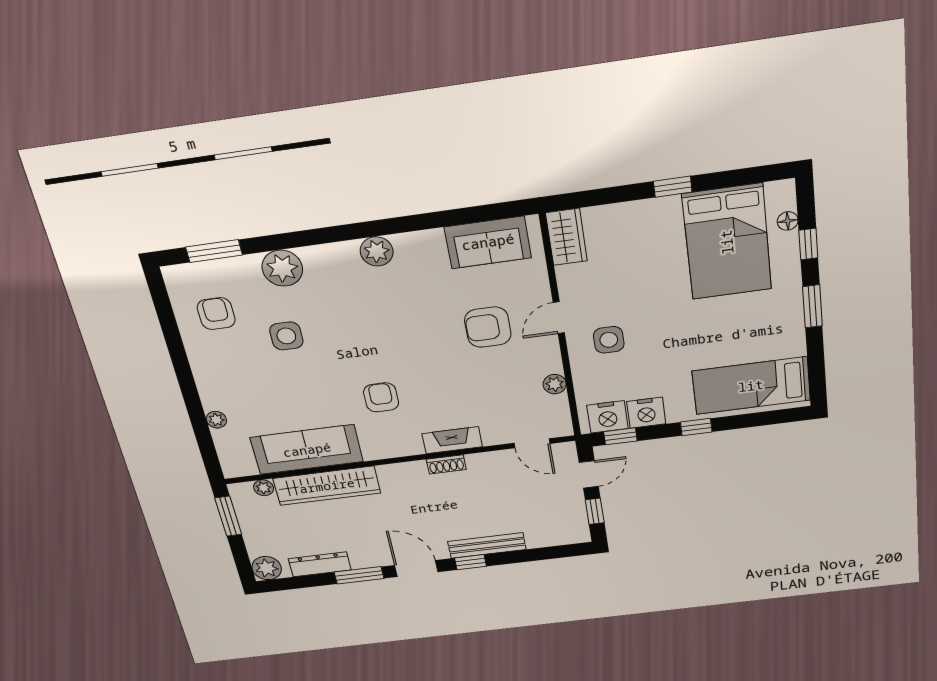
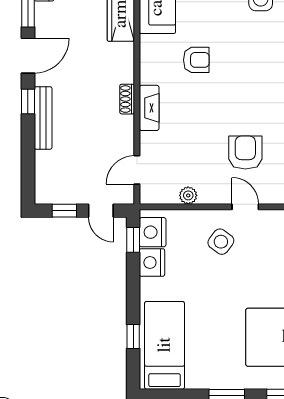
side table: (609, 340) -> (221, 242), turned 36
window: (696, 427) -> (133, 337), moved

